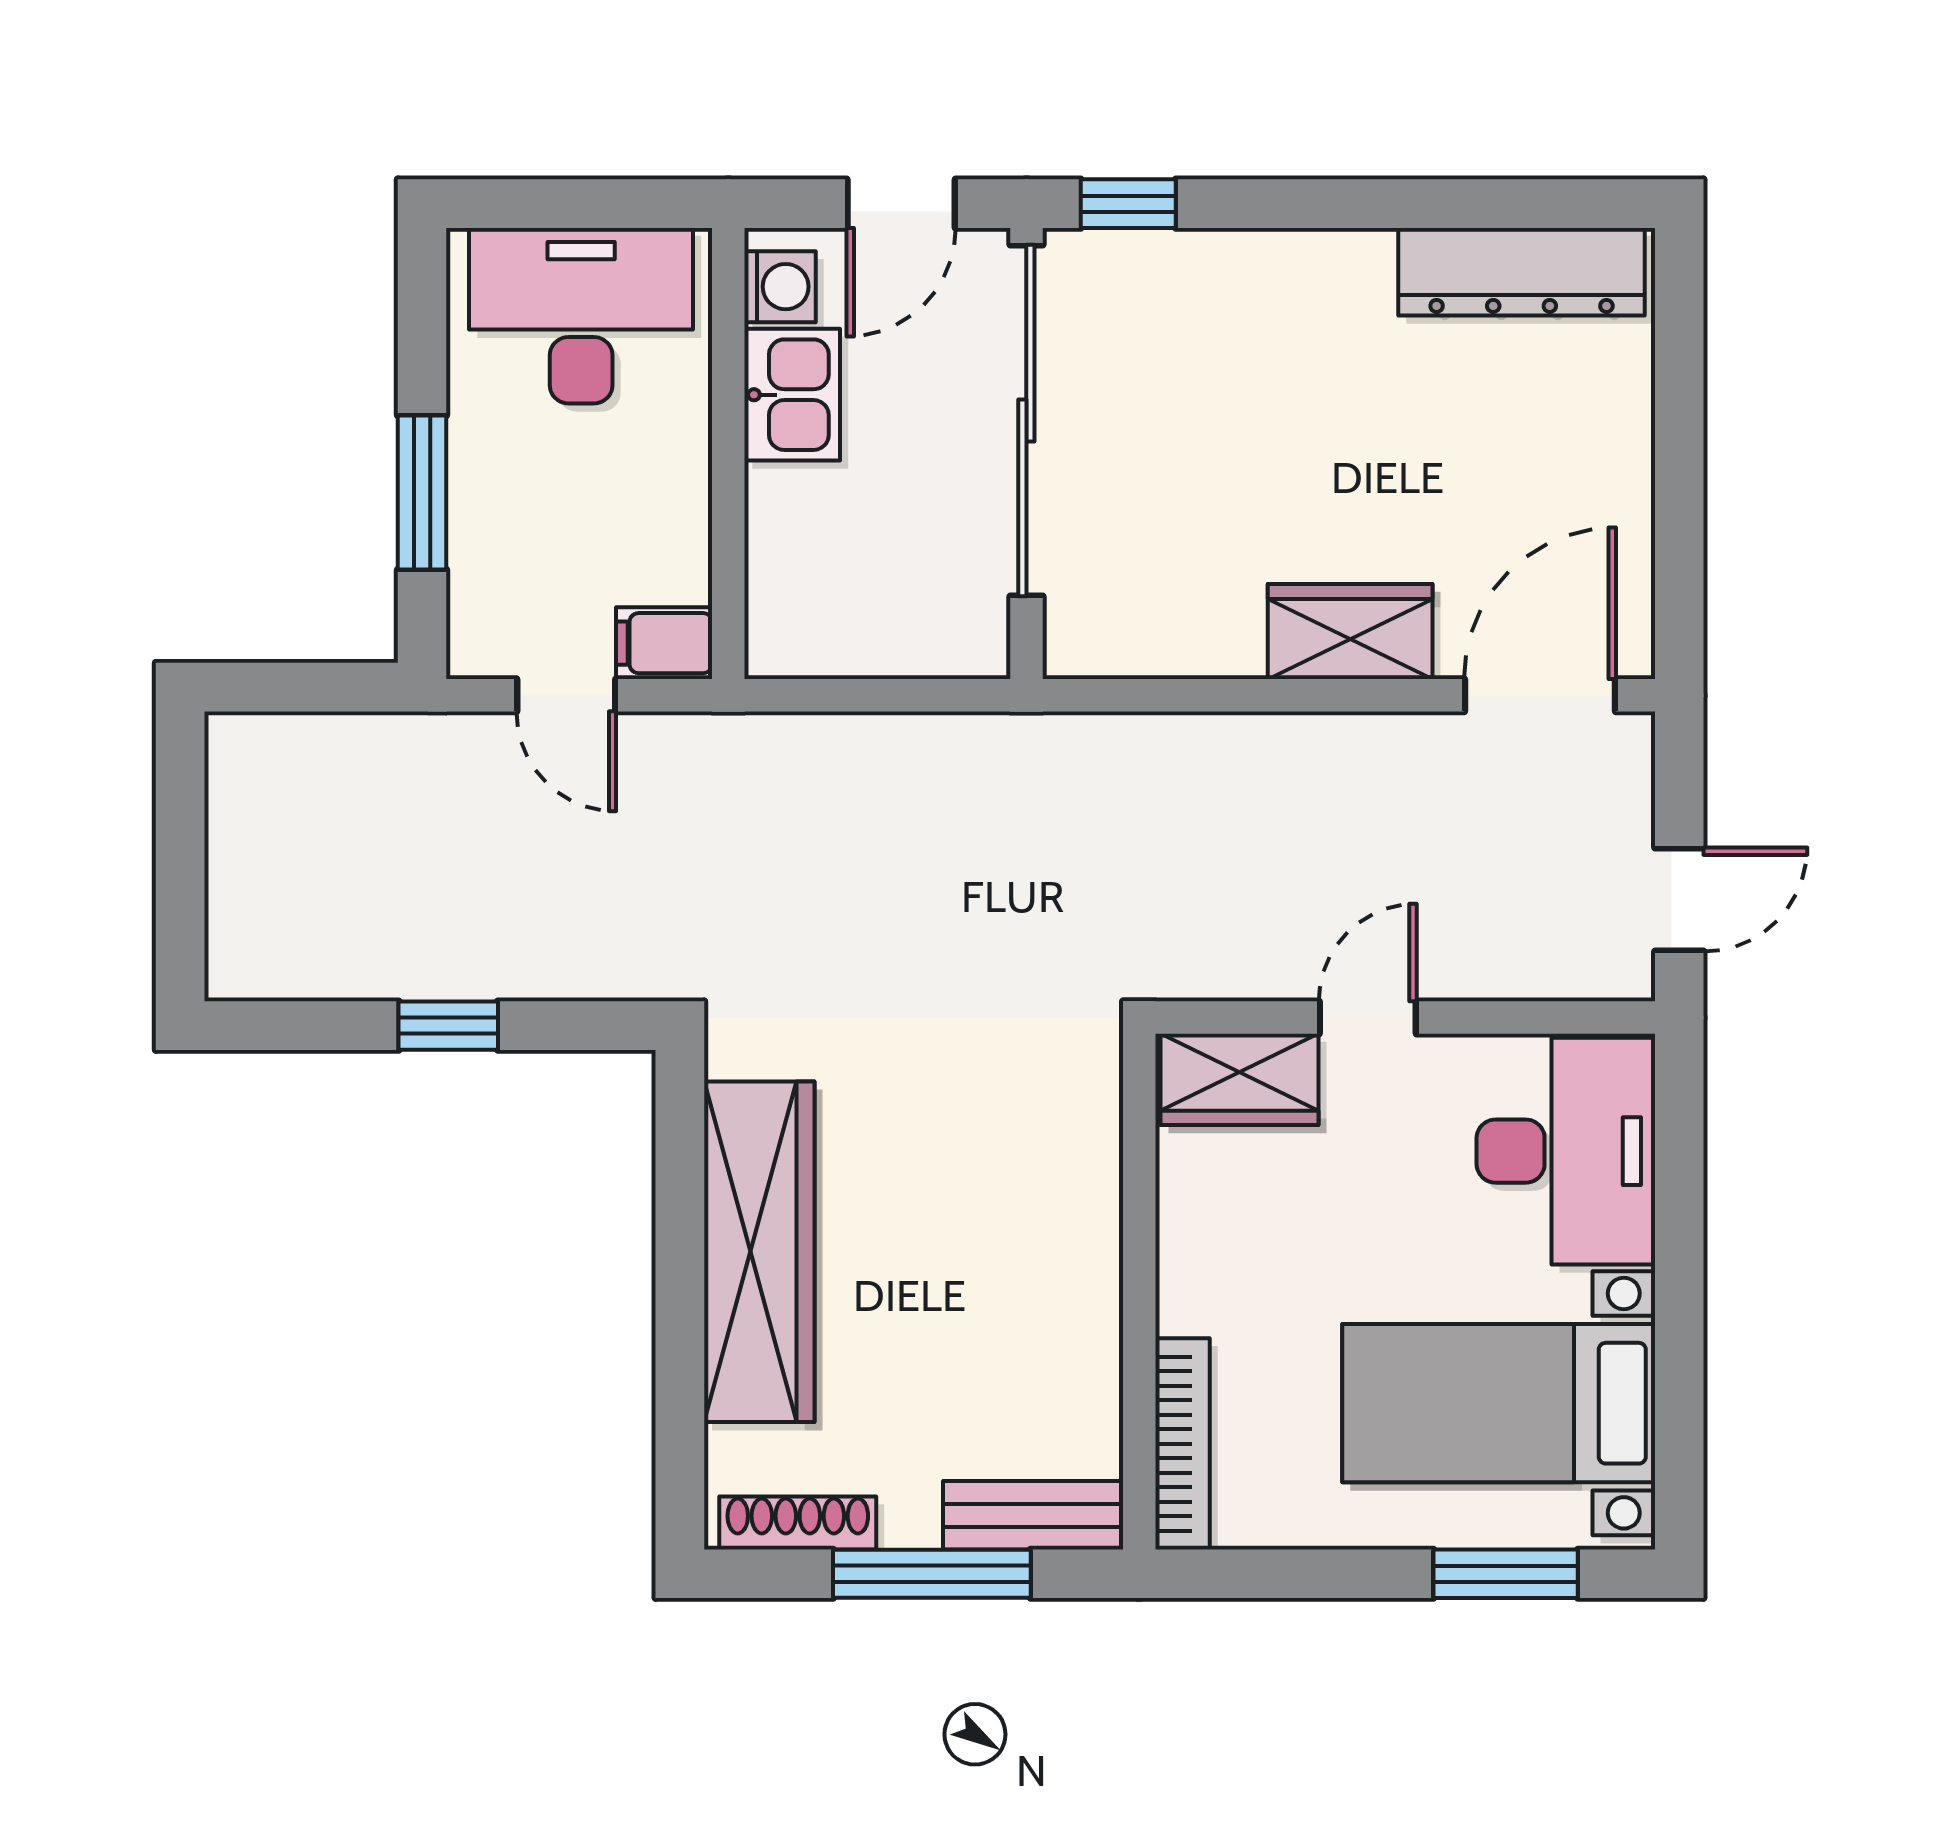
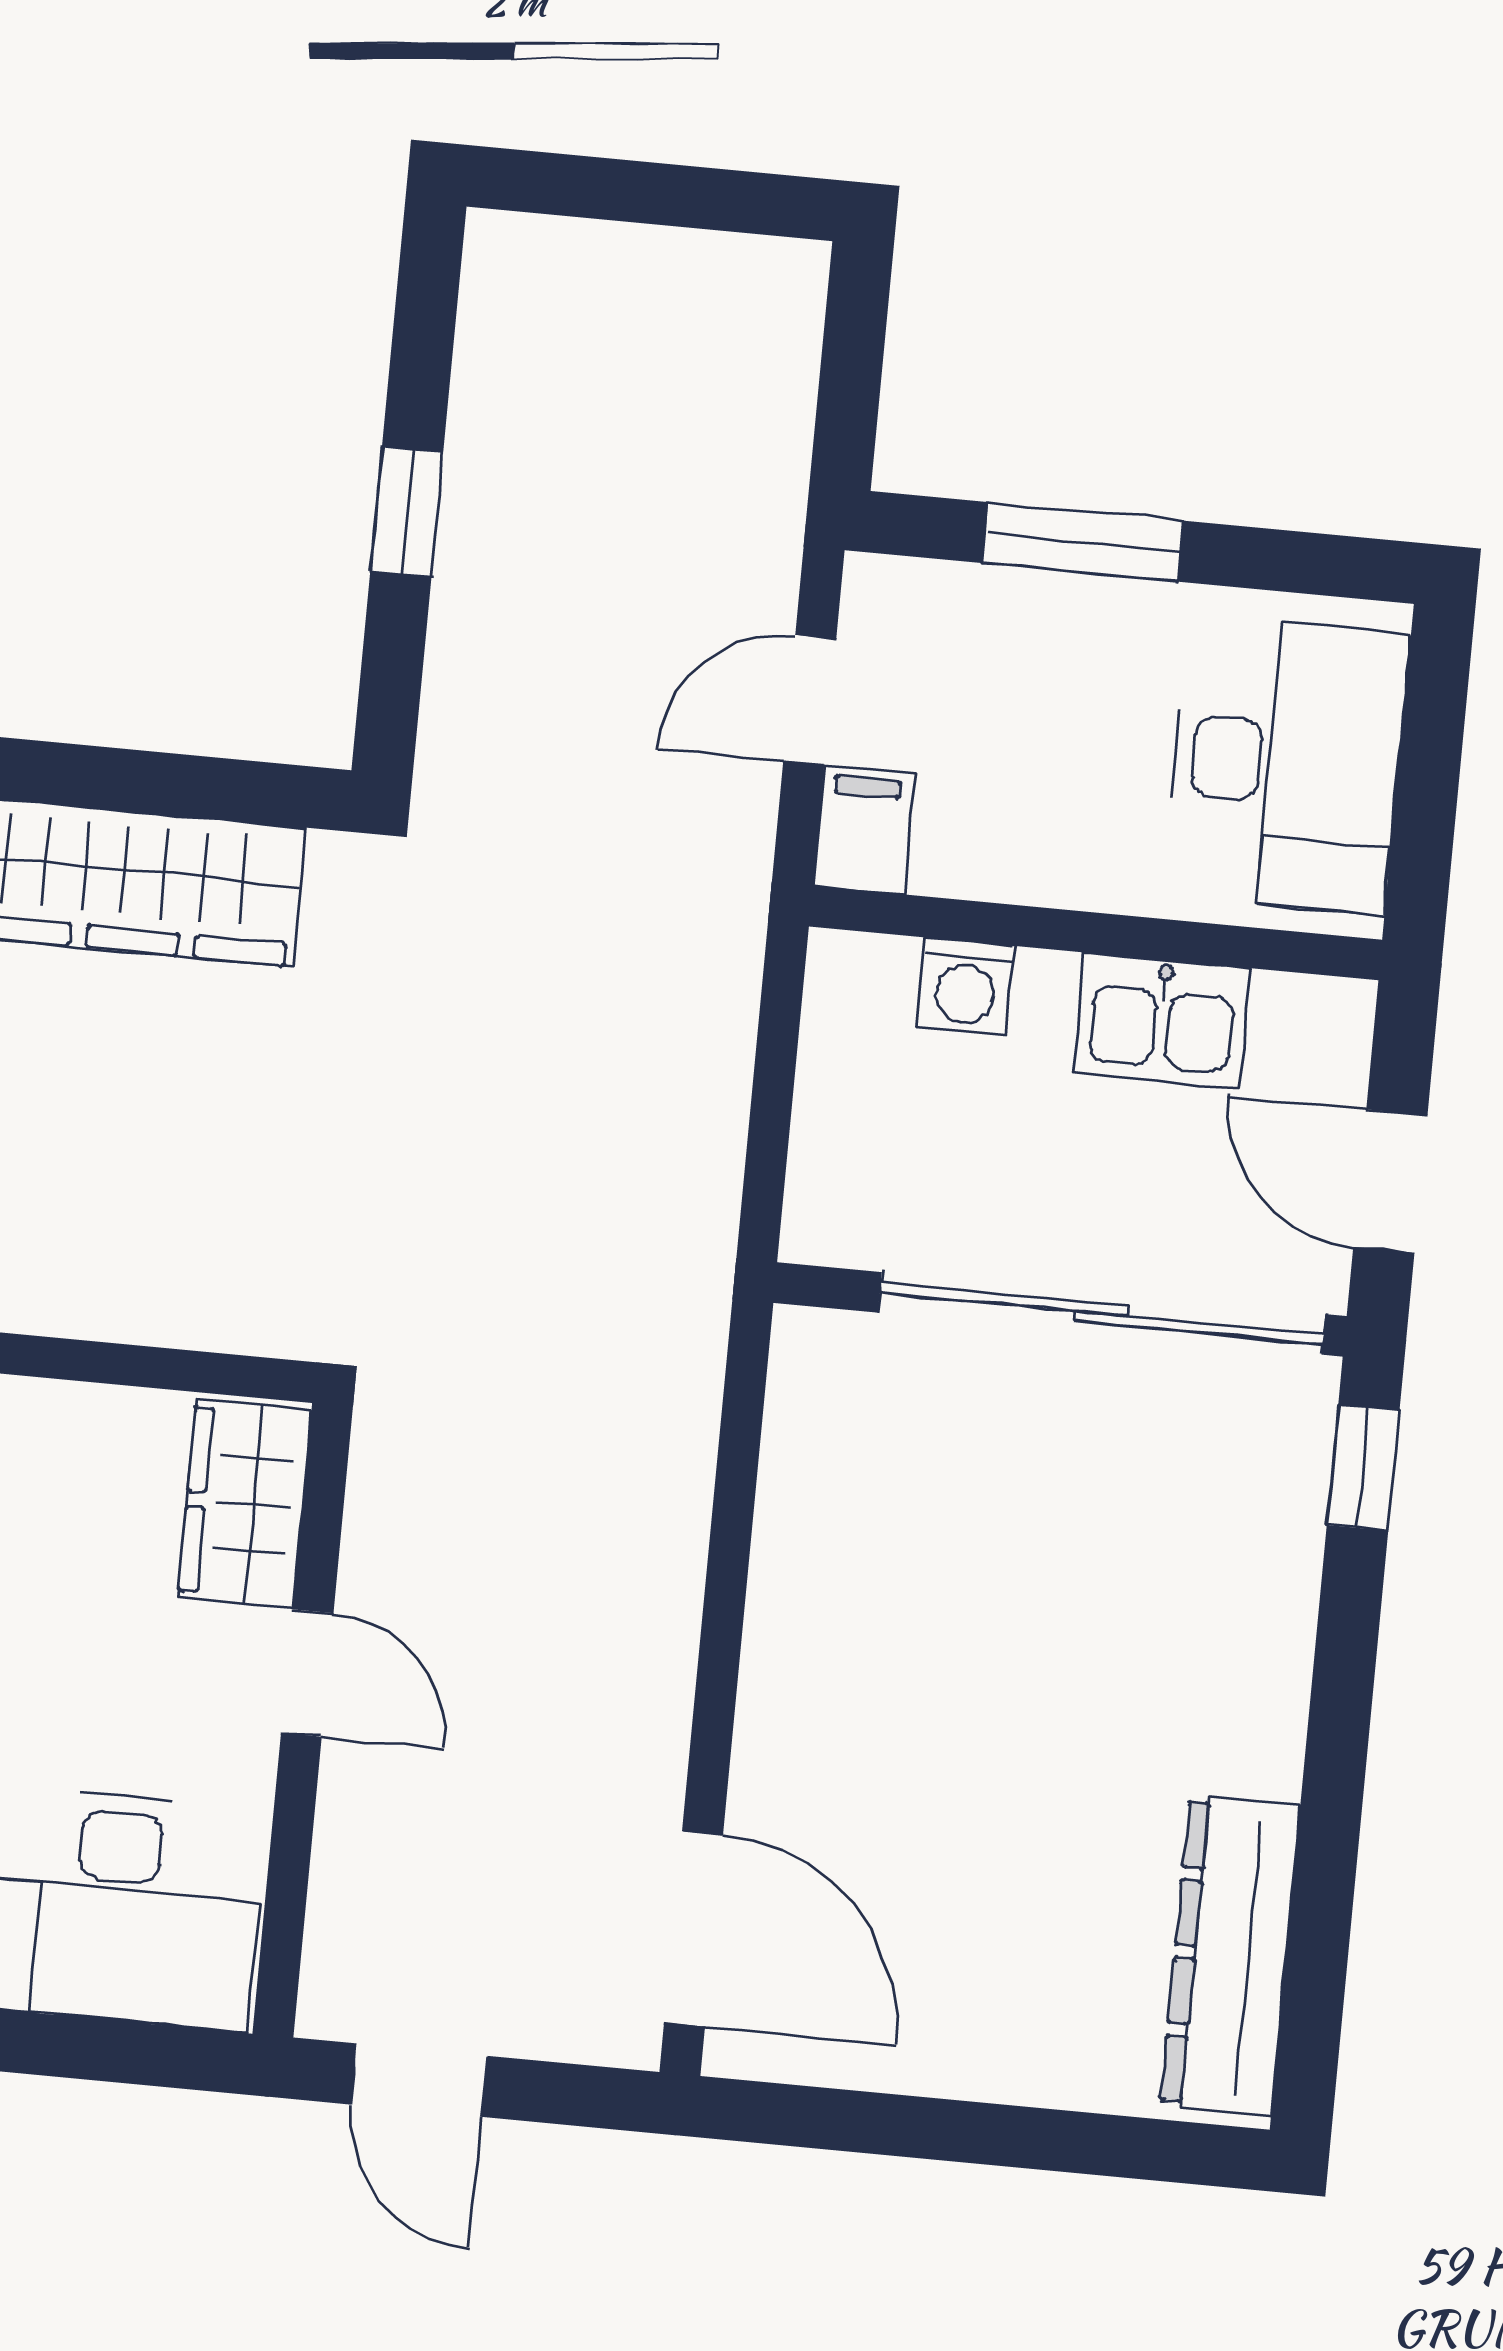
washing machine: (780, 287) -> (965, 987), moved
wardrobe: (1350, 631) -> (797, 1697), removed

